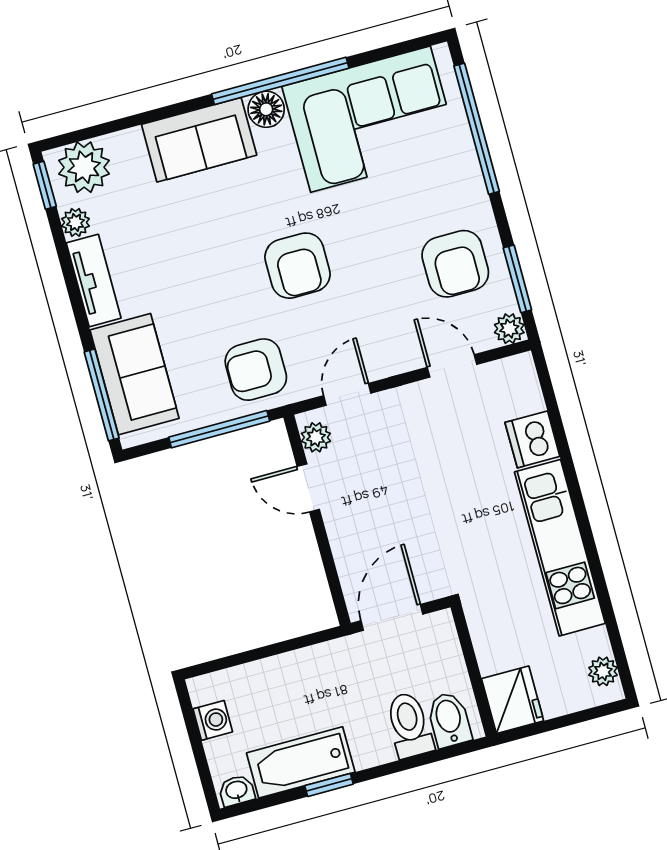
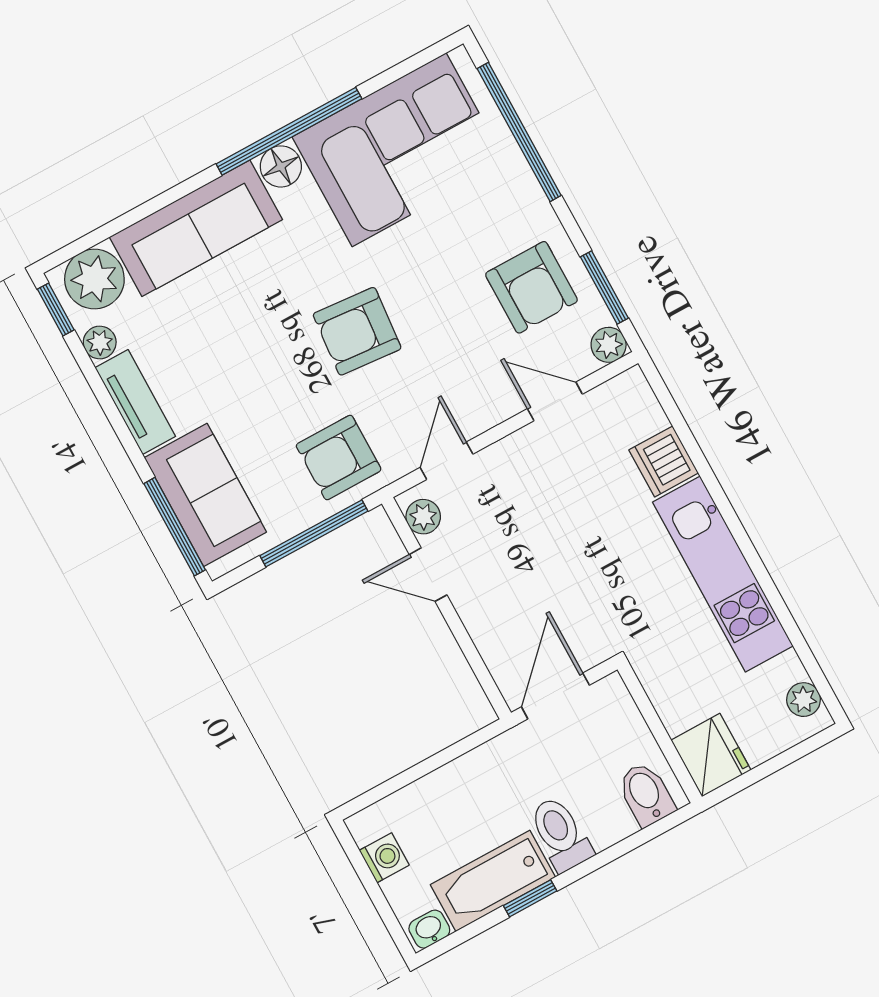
sofa: (199, 140) -> (196, 228), width x1.36
armchair: (297, 266) -> (357, 331), turned 95
toilet: (409, 725) -> (560, 834), moved

